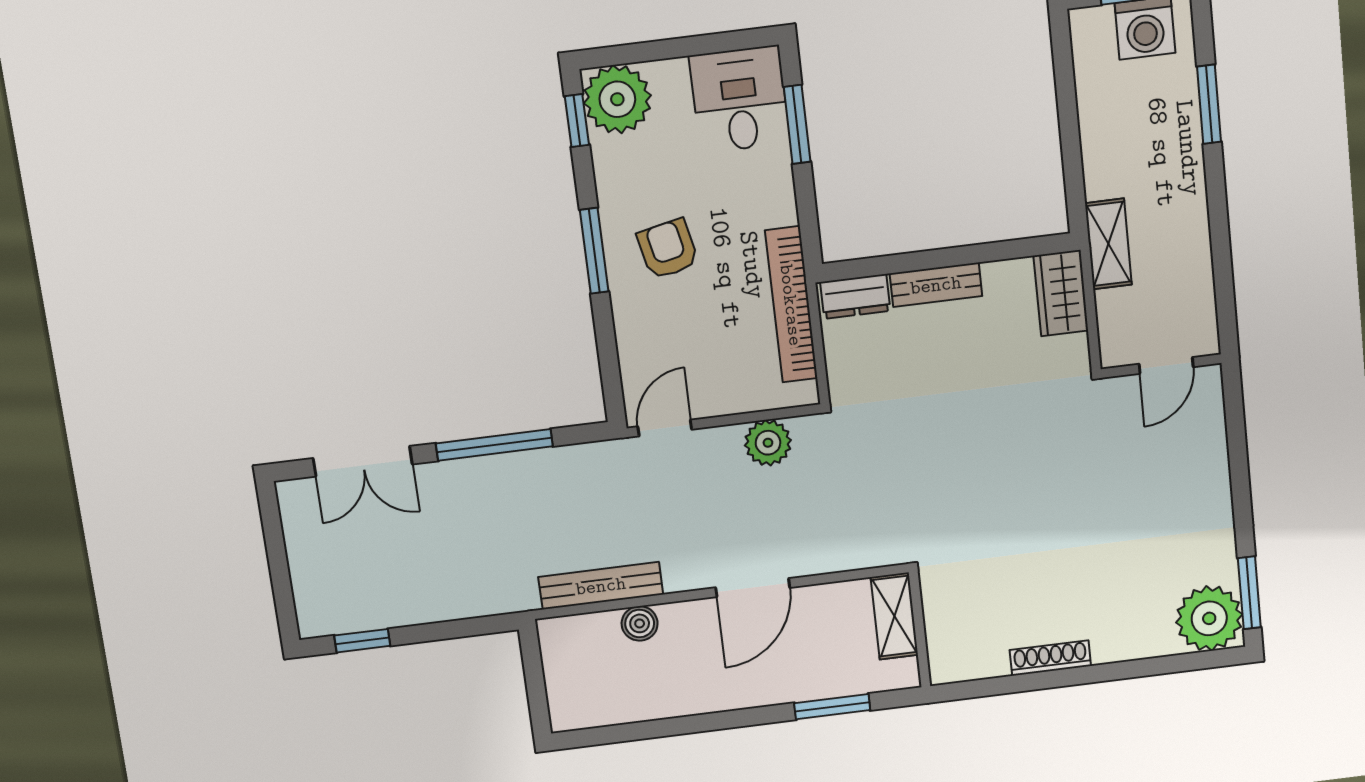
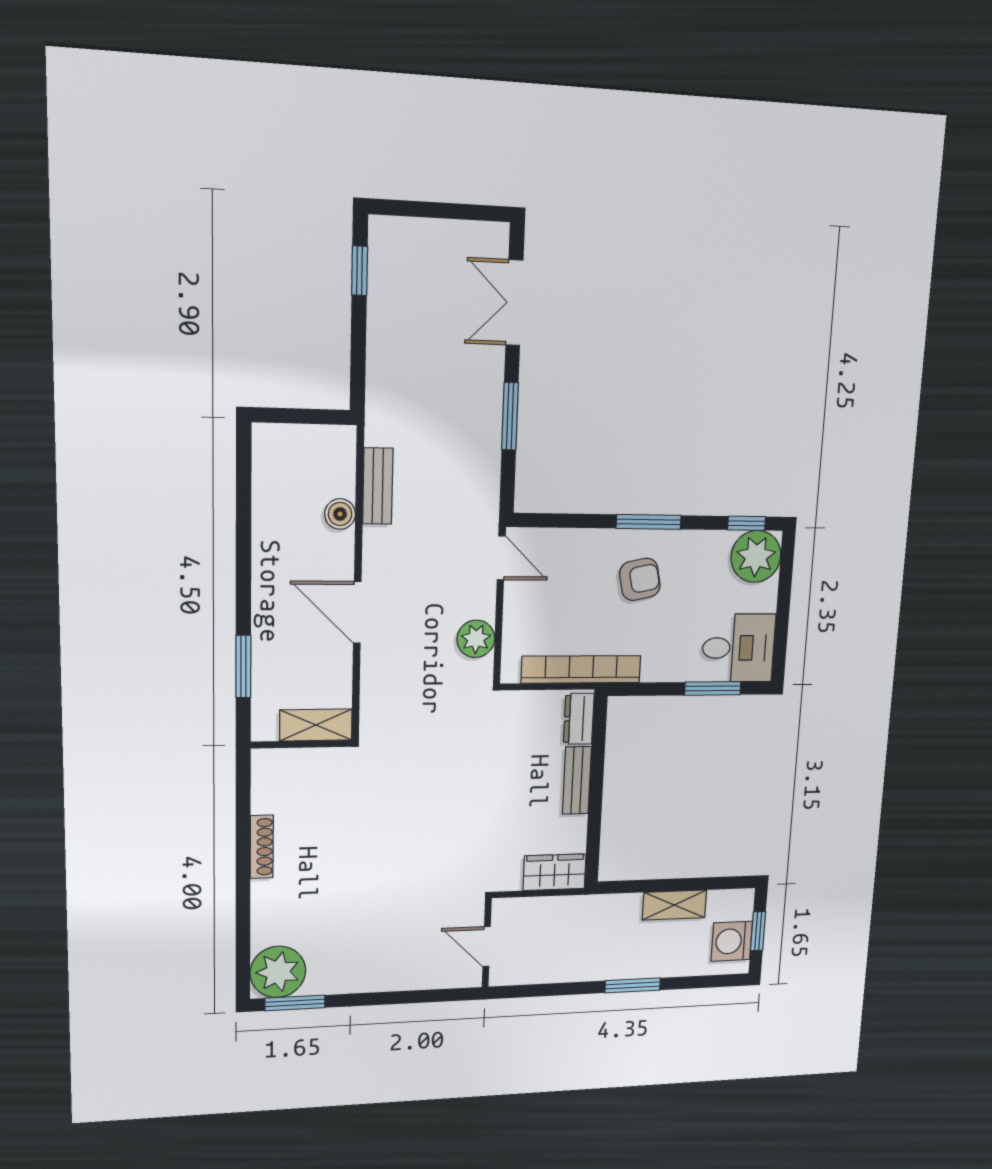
window: (1209, 104) -> (633, 985), moved
shelving: (1108, 244) -> (674, 905), moved
window: (494, 445) -> (510, 416), width x0.69
bench: (601, 586) -> (378, 486), width x0.73

